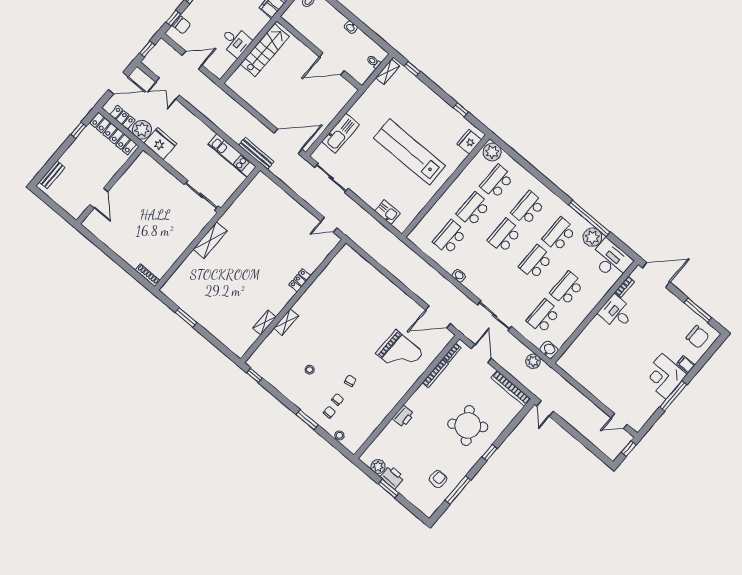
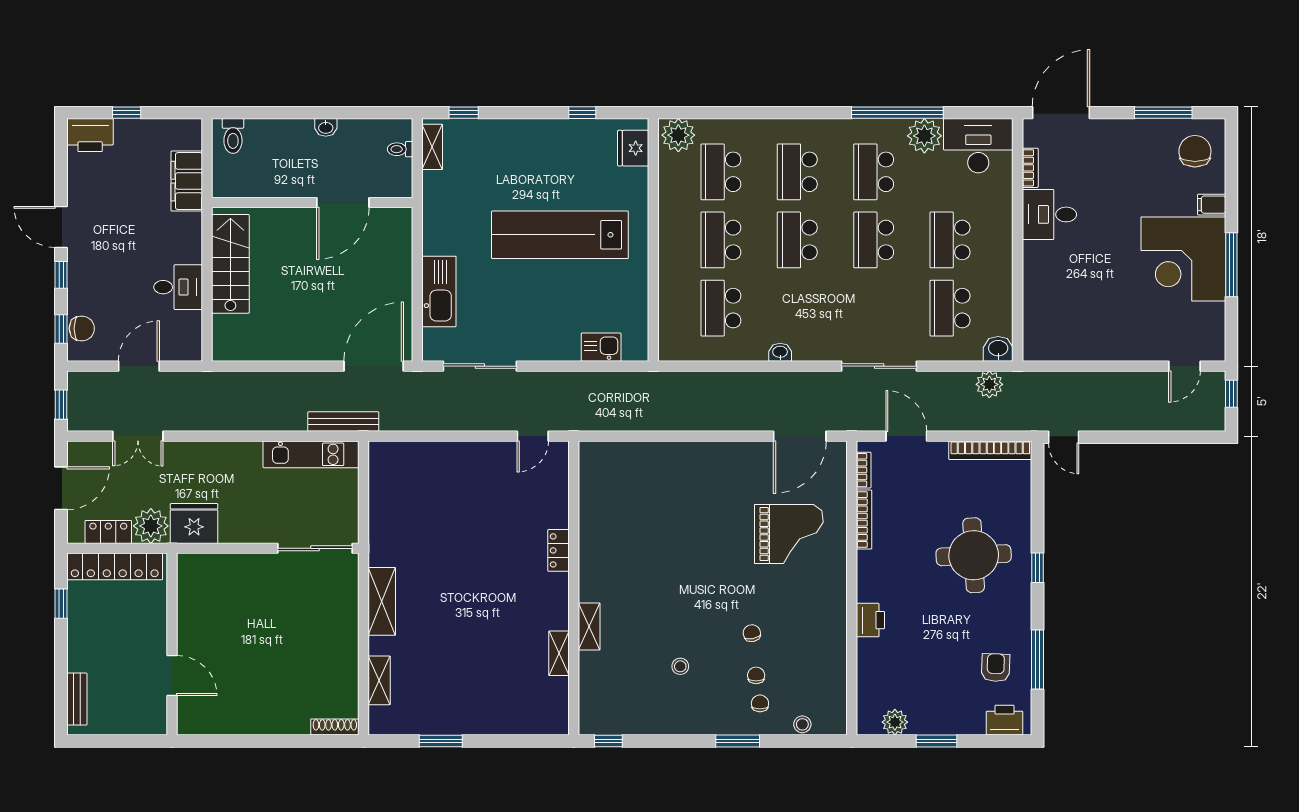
shelving: (182, 271) -> (379, 680), added
chair: (698, 337) -> (1195, 151), turned -90
corner desk: (664, 376) -> (1183, 259), width x1.36, depth x1.36
round table: (468, 425) -> (974, 555), turned 31
printer: (392, 477) -> (1005, 720), moved

